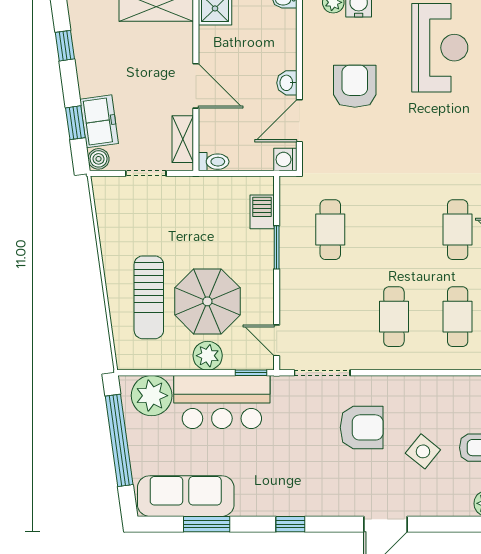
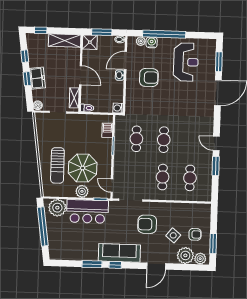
armchair: (355, 86) -> (149, 77), turned 90
freezer: (99, 121) -> (37, 78), moved
door: (299, 121) -> (126, 60), moved
window: (75, 123) -> (27, 79), moved
cafe table: (458, 230) -> (164, 140), moved
armchair: (362, 427) -> (147, 224), turned 180
sofa: (186, 496) -> (119, 253), moved
plant: (453, 497) -> (185, 255), added
window: (207, 524) -> (92, 264), moved

